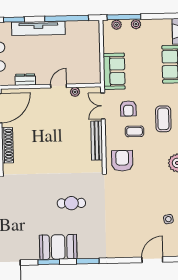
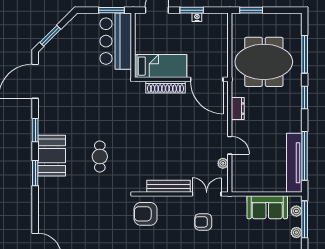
tv unit: (38, 28) -> (294, 163), moved
sofa: (114, 71) -> (267, 207), moved
coffee table: (135, 131) -> (178, 228), removed
armchair: (122, 161) -> (146, 214), turned 180
booth: (58, 247) -> (52, 156), moved

